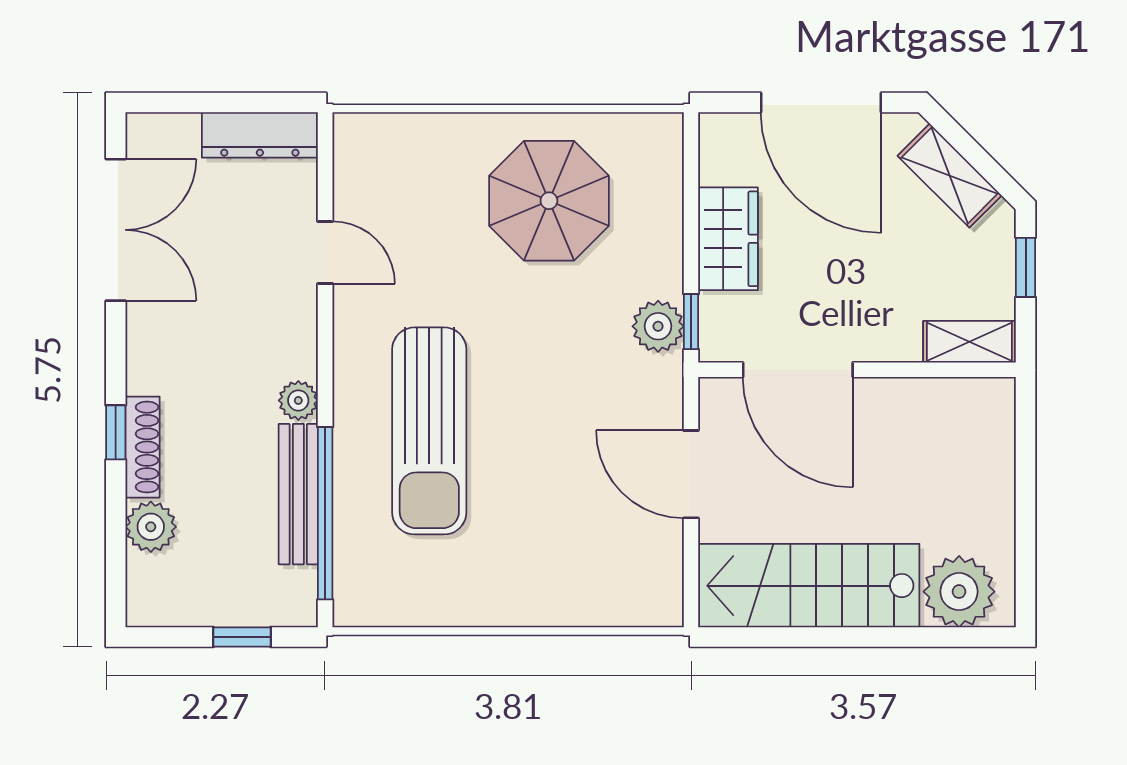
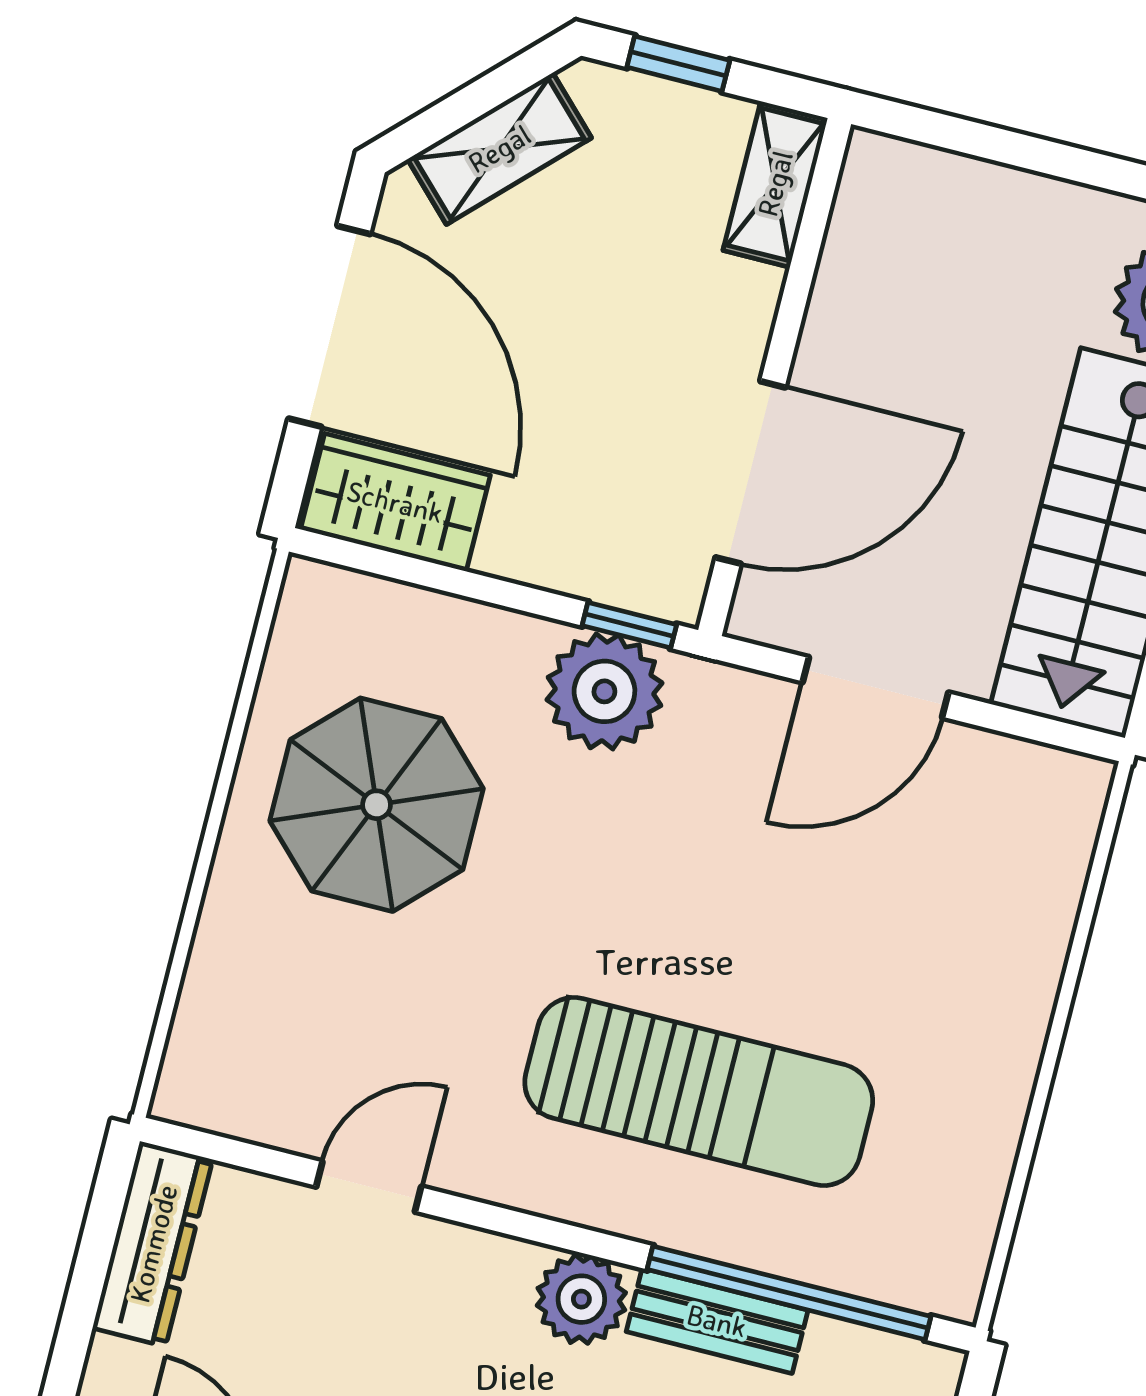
door: (821, 103) -> (329, 326), hinge flipped
wardrobe: (728, 239) -> (395, 502), moved
plant: (658, 326) -> (604, 691), width x1.36, depth x1.36
plant: (298, 400) -> (581, 1299), width x1.38, depth x1.38
bench: (298, 494) -> (717, 1321), width x0.73

